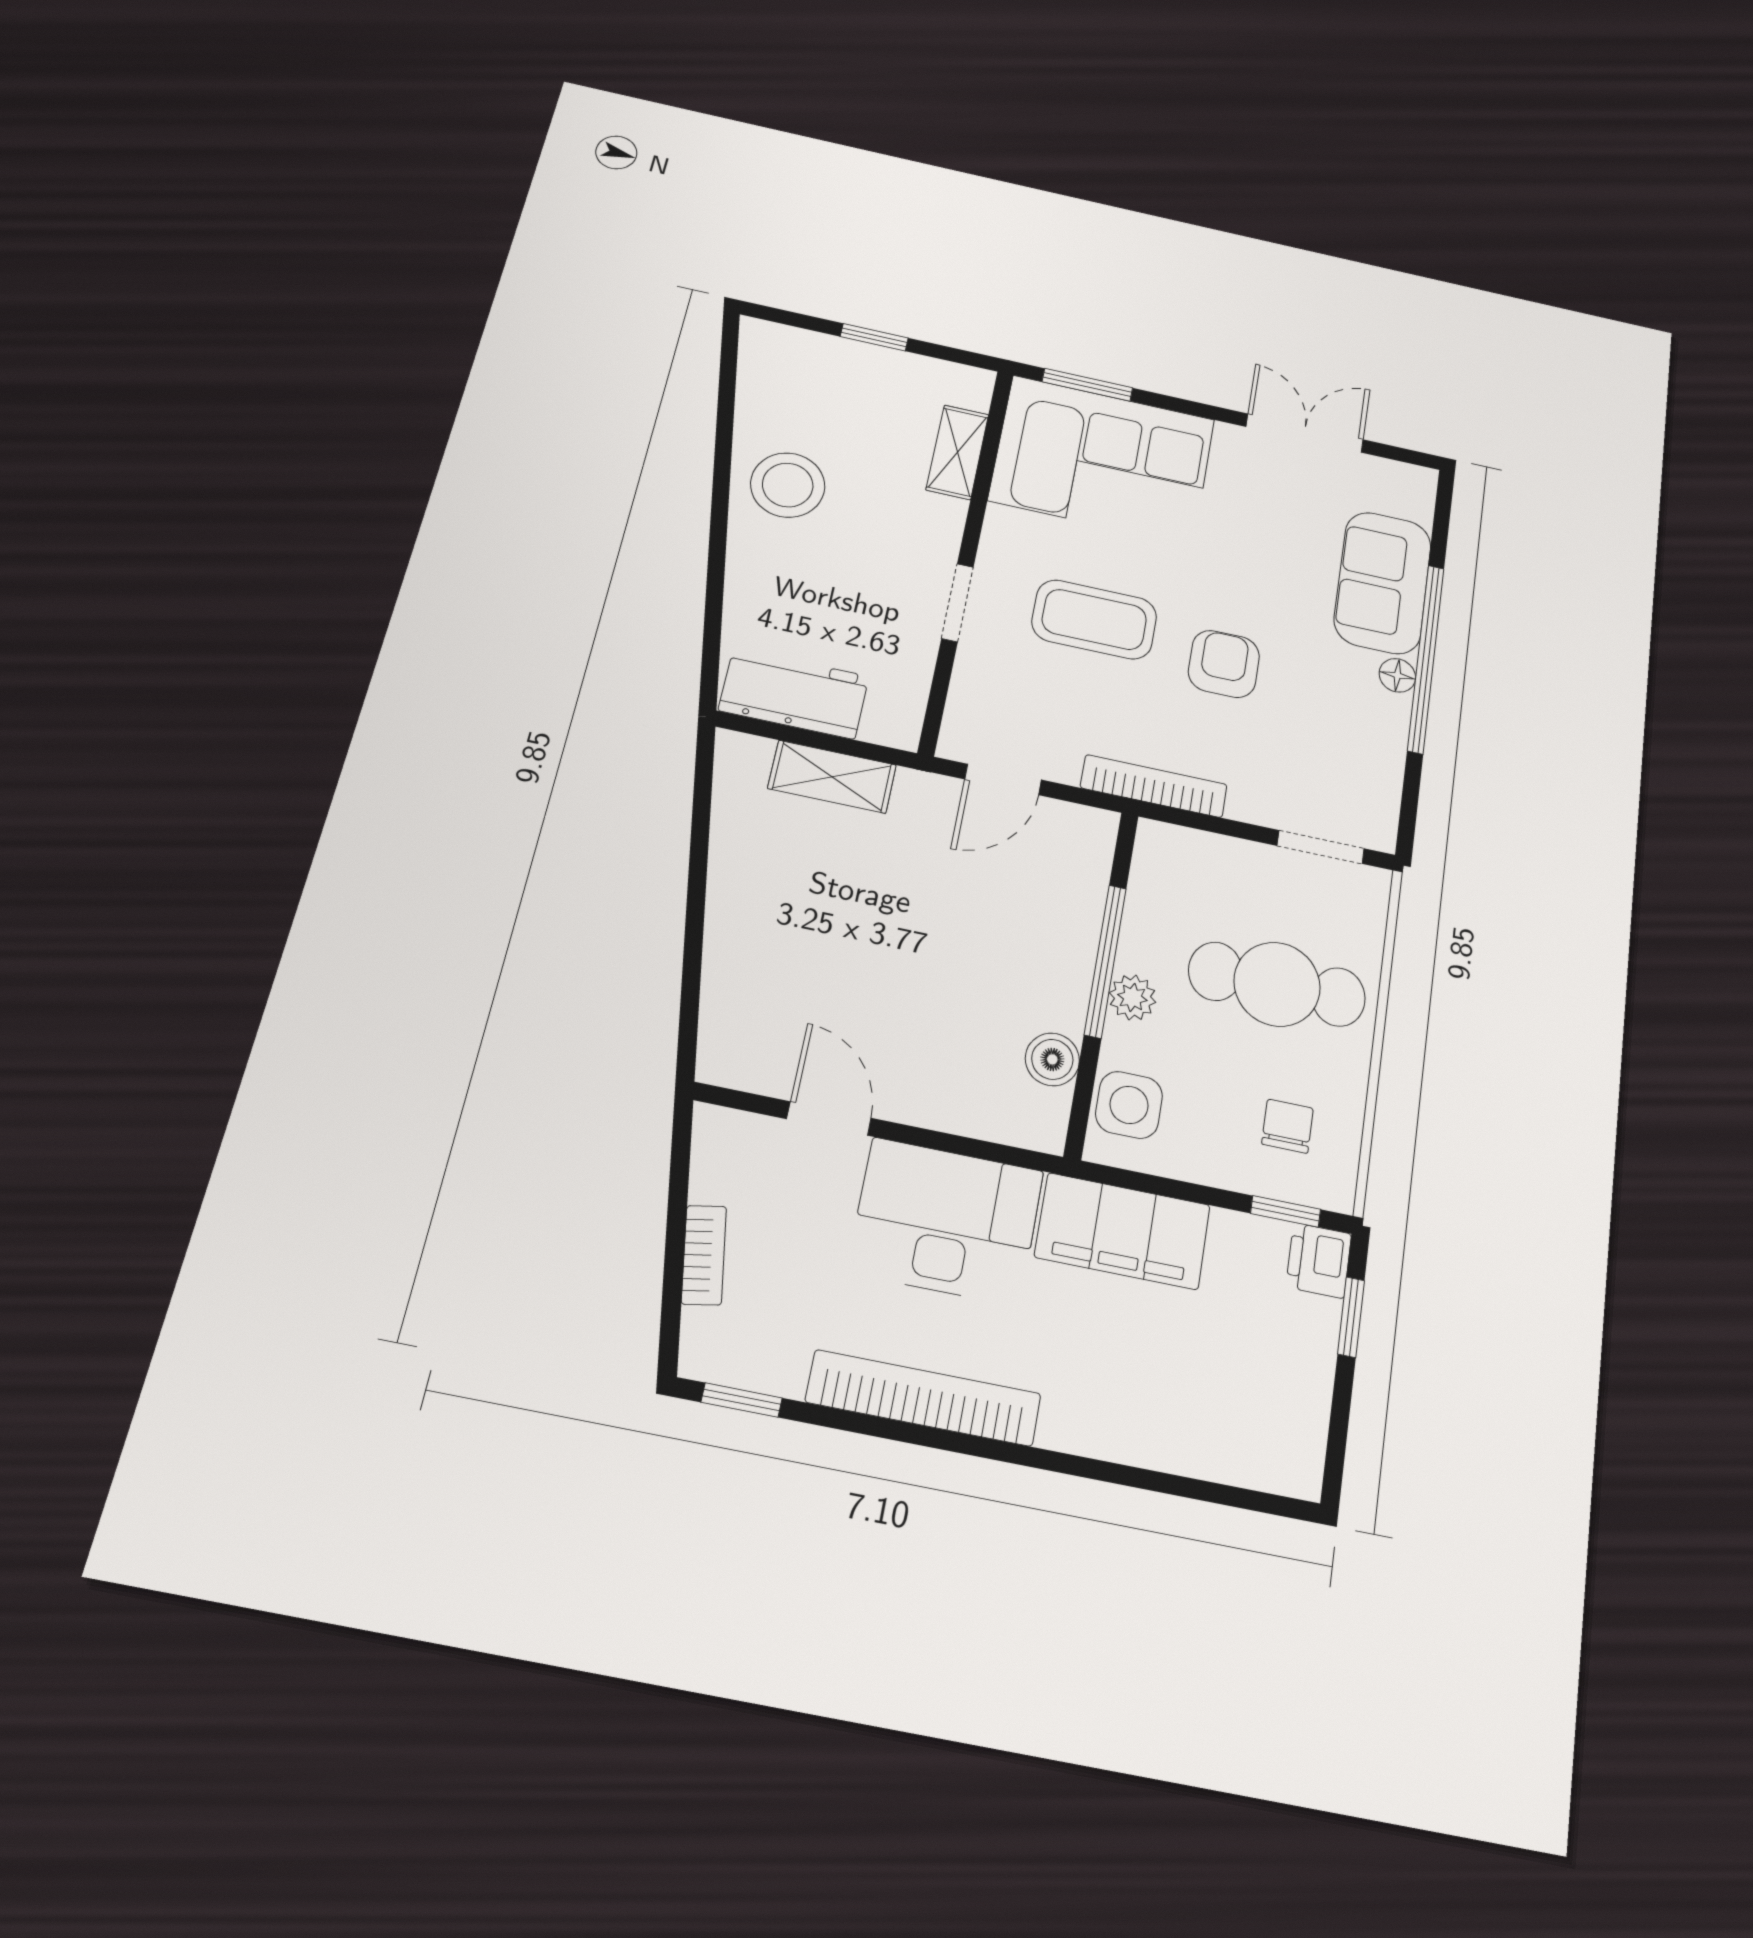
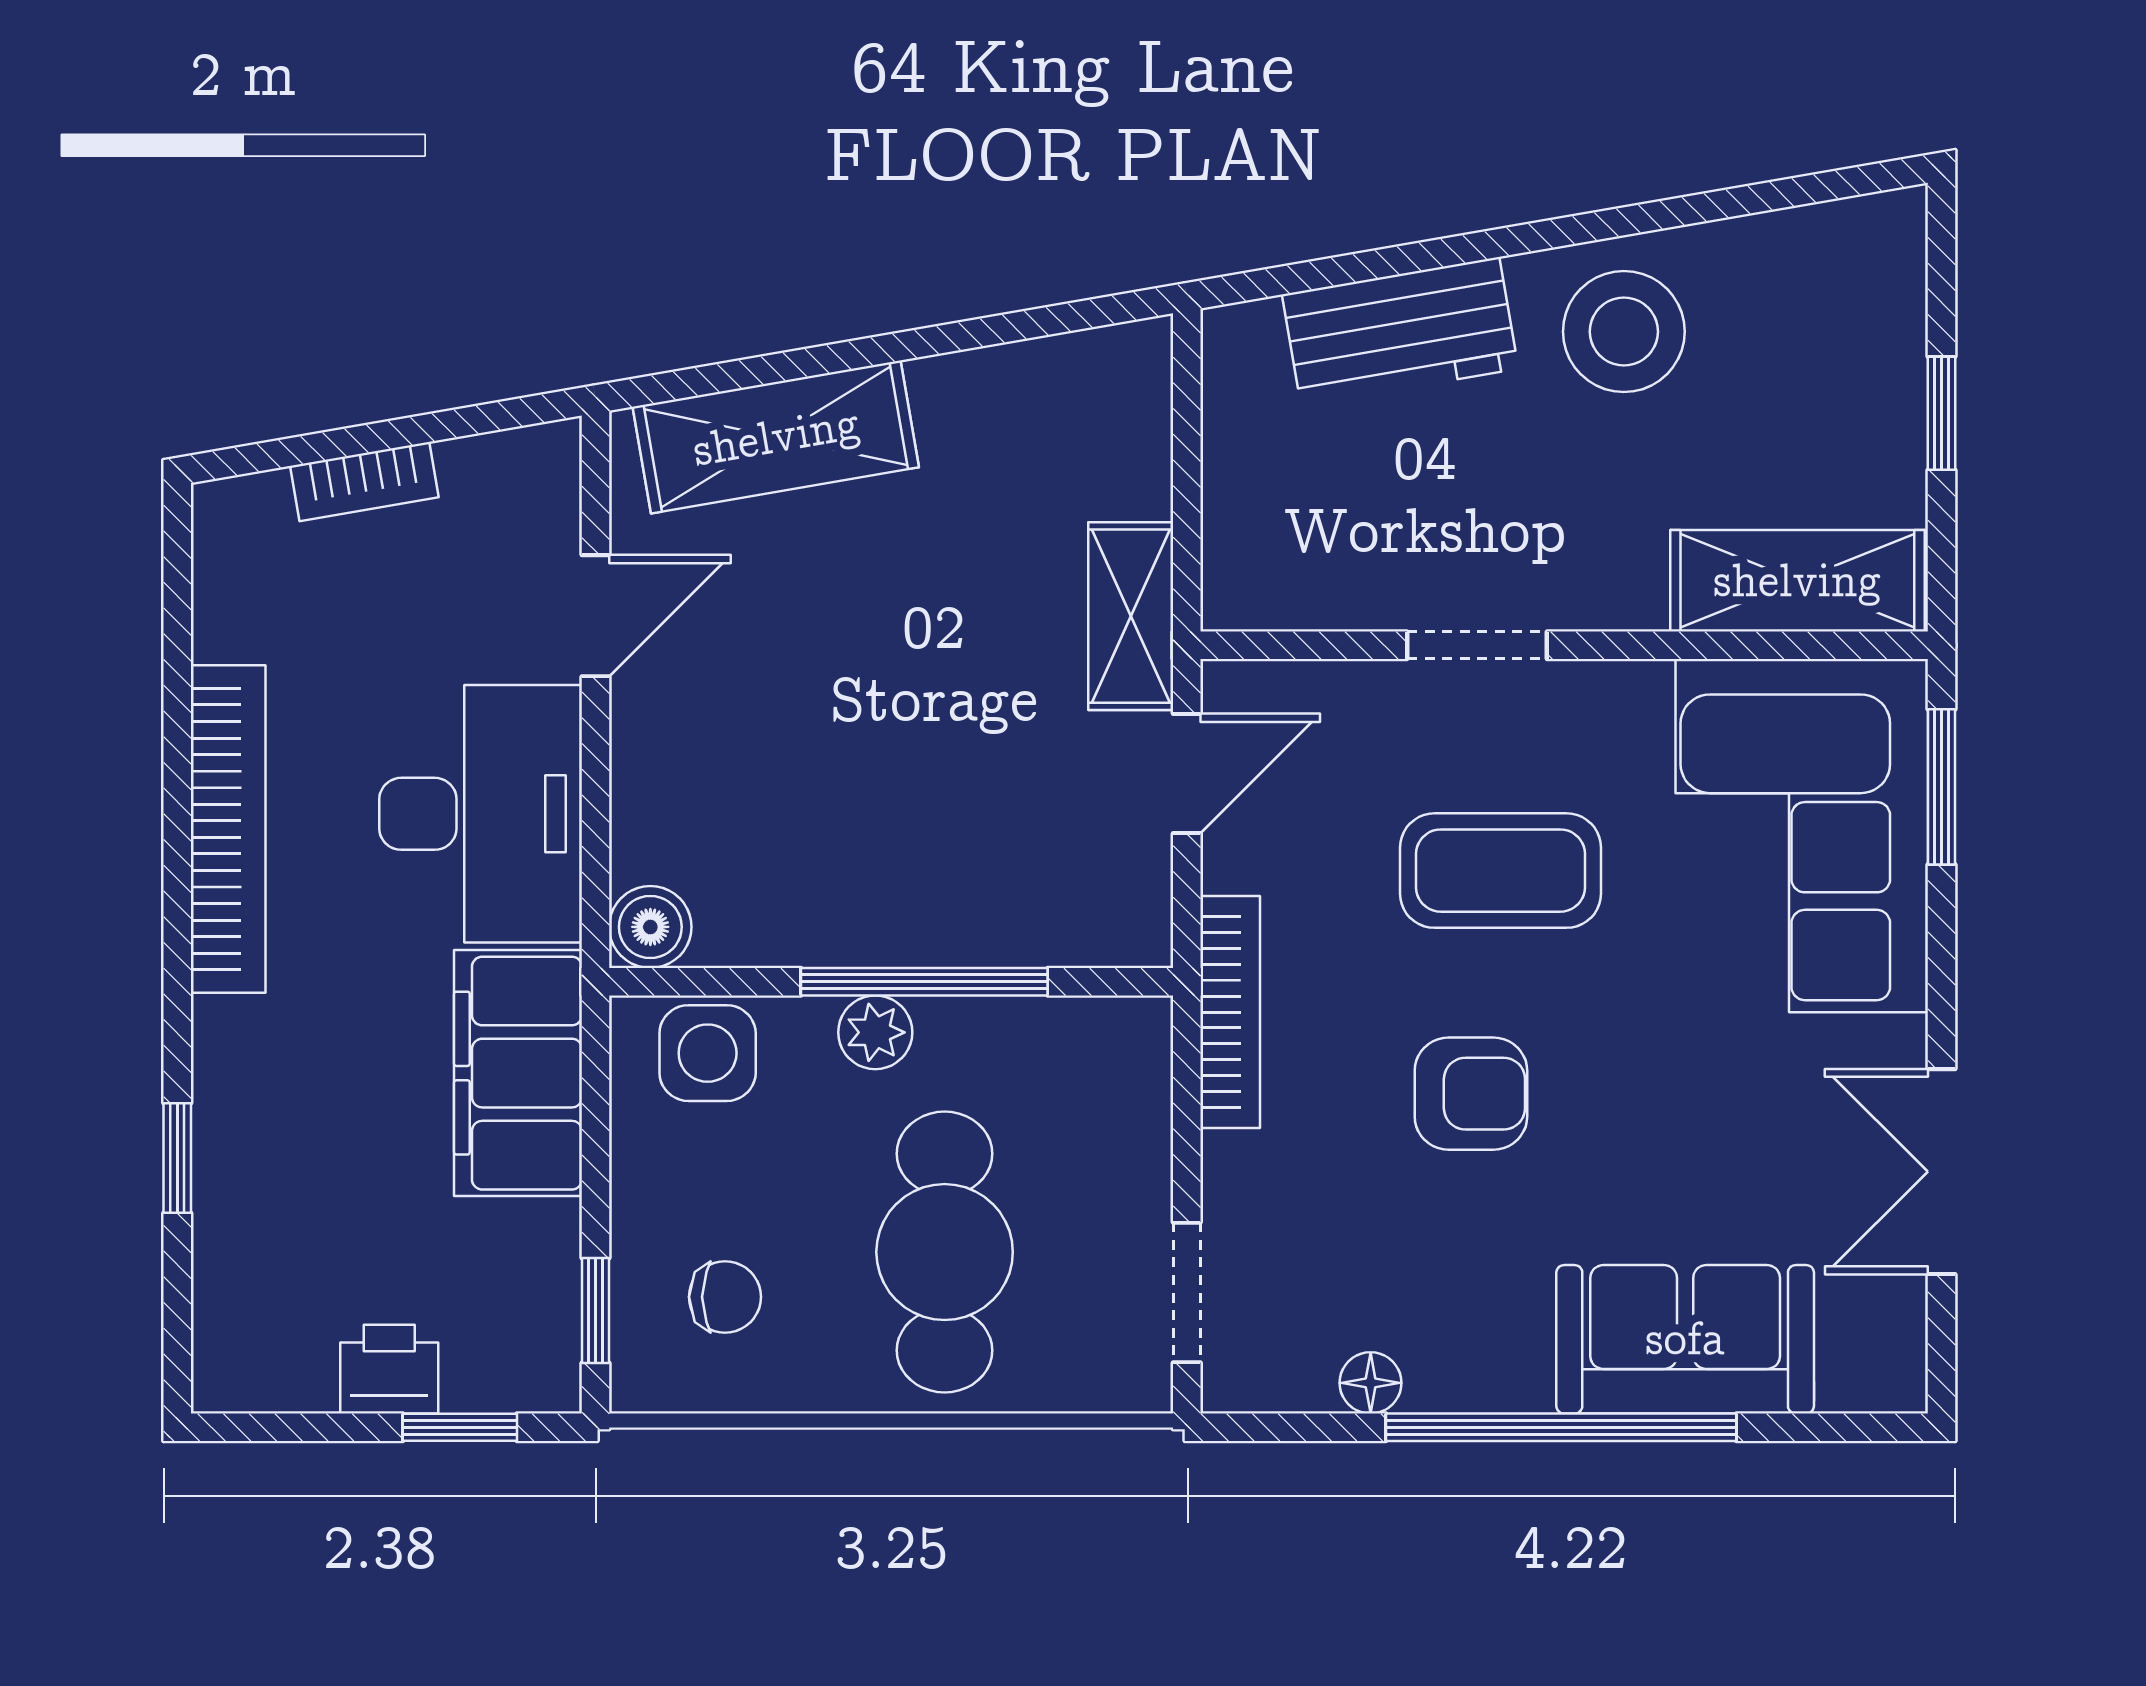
double door: (1305, 433) -> (1941, 1172), swing flipped
shelving: (957, 452) -> (1797, 581), width x1.50, depth x1.33
coffee table: (1094, 619) -> (1501, 871), turned 90
floor lamp: (1397, 675) -> (1371, 1383), moved
workbench: (794, 693) -> (1400, 332), moved, turned 80
shelving: (832, 777) -> (1131, 616), moved
door: (1003, 780) -> (1187, 773), swing flipped
shelving: (737, 980) -> (776, 437), added
boiler: (1052, 1059) -> (650, 927), moved
printer: (1319, 1260) -> (389, 1369), moved
window: (742, 1400) -> (177, 1158), moved

